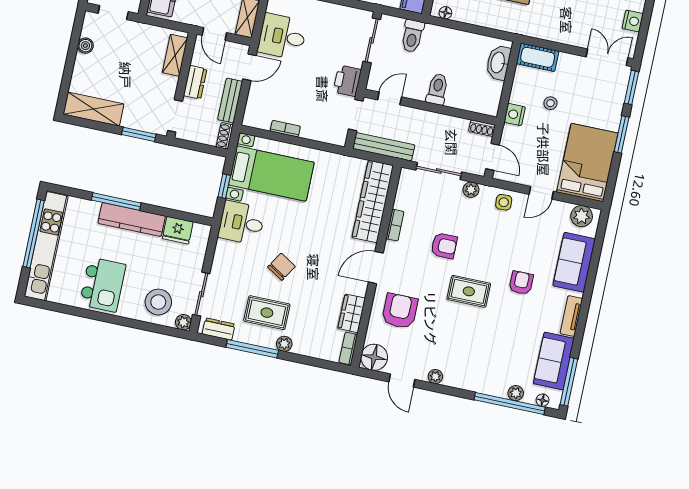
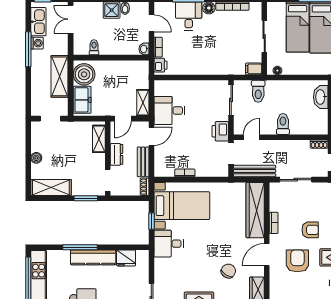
door: (214, 34) -> (123, 119), hinge flipped
boiler: (85, 46) -> (36, 158), moved
plant: (471, 190) -> (321, 188), removed
chair: (281, 267) -> (228, 271), moved
armchair: (400, 311) -> (297, 261), moved

